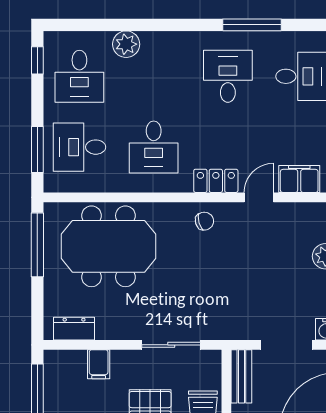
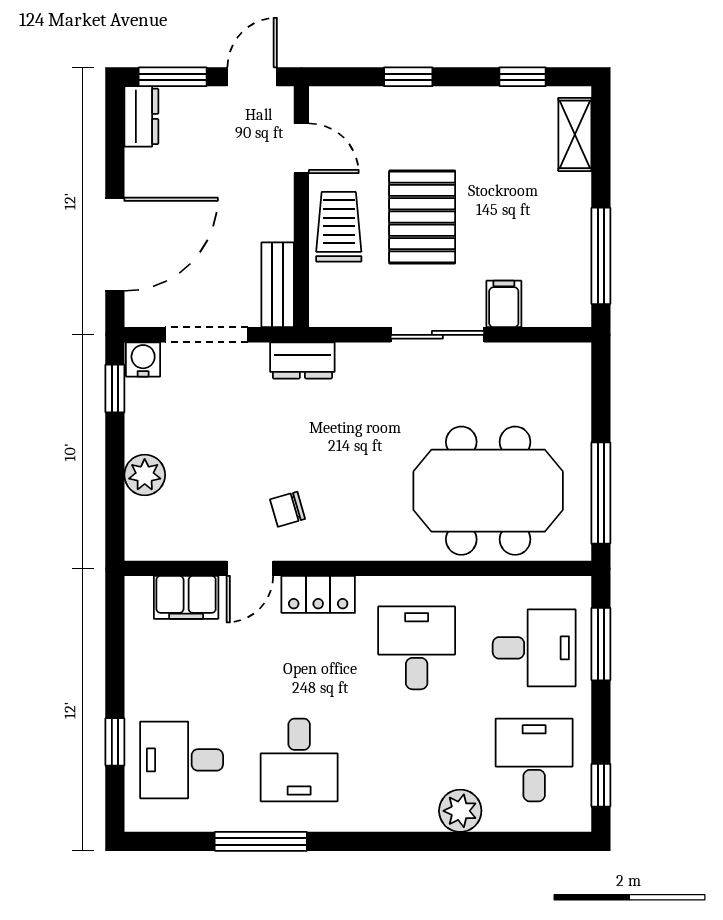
chair: (204, 221) -> (288, 509), moved
dresser: (74, 329) -> (302, 360), moved
sliding door: (171, 345) -> (437, 335), moved

